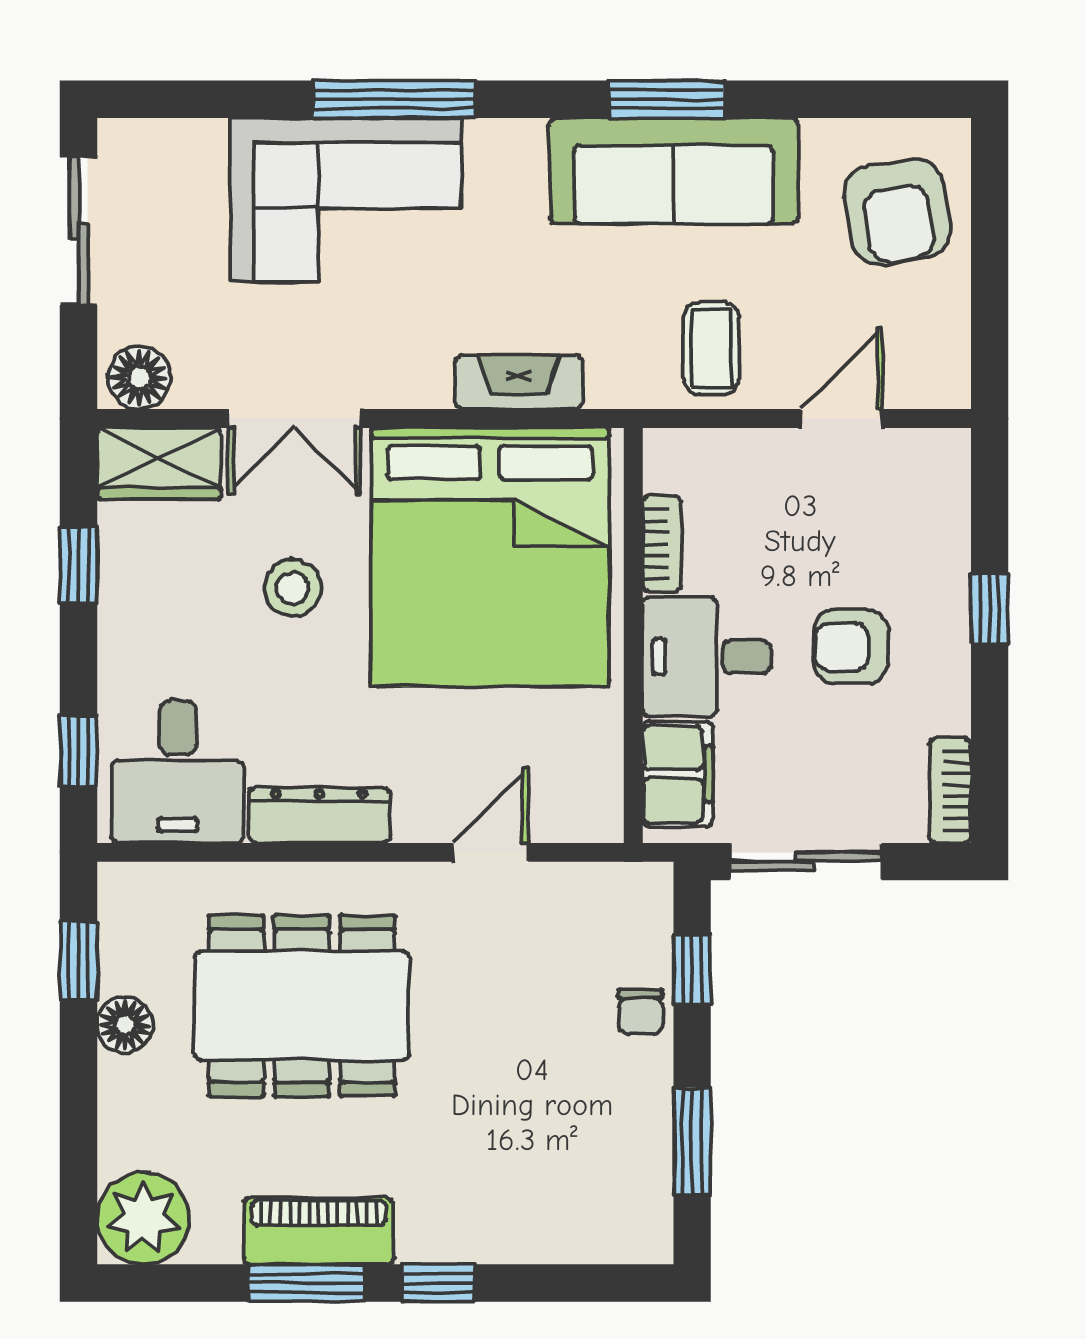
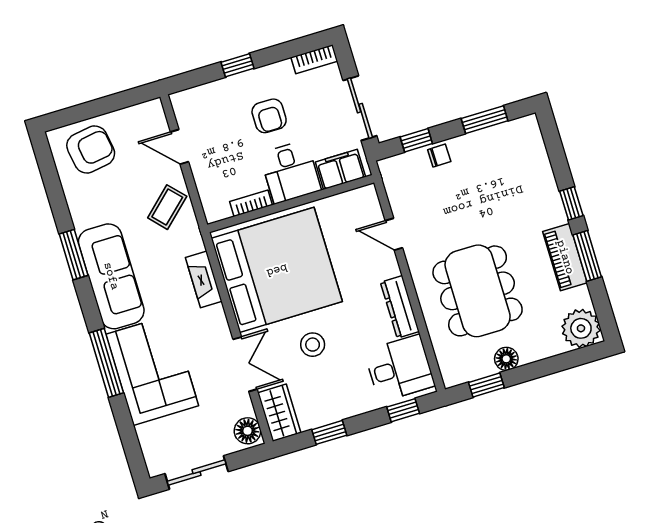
sofa: (674, 171) -> (111, 276), moved
coffee table: (711, 348) -> (167, 207), turned -43

